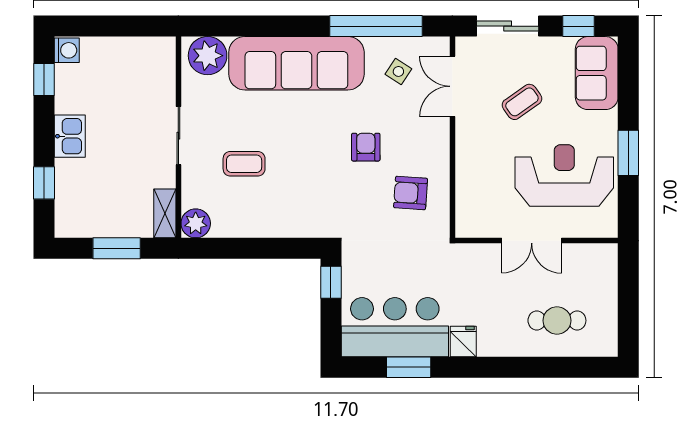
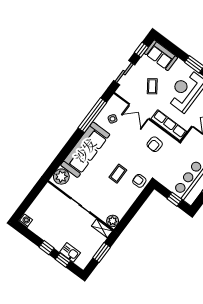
window: (44, 80) -> (46, 248), moved
double door: (452, 86) -> (139, 111), moved
kitchen sink: (70, 136) -> (70, 252), moved
armchair: (366, 147) -> (139, 181), moved
coffee table: (244, 164) -> (118, 174), moved
row of seats: (470, 193) -> (169, 125), added
window: (331, 282) -> (175, 199), moved

